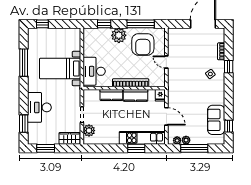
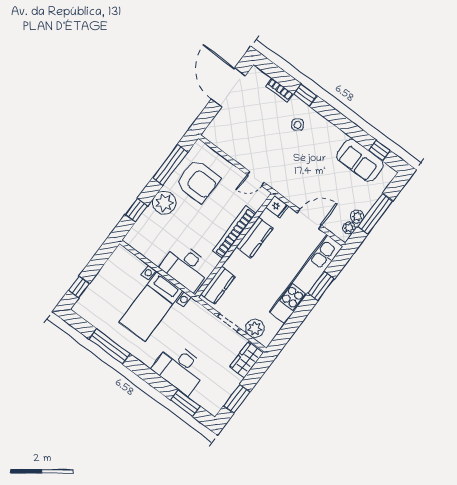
door: (166, 62) -> (256, 179), moved
kitchen counter: (111, 95) -> (218, 285), moved
kitchen unit: (142, 138) -> (306, 279), width x1.36

